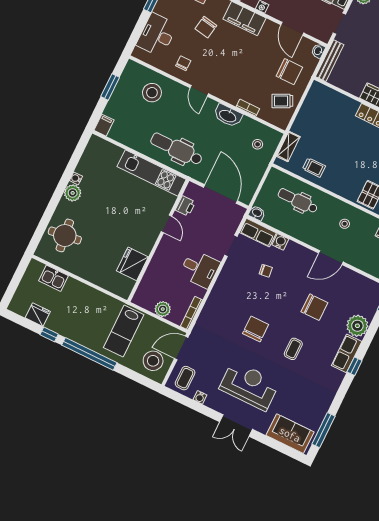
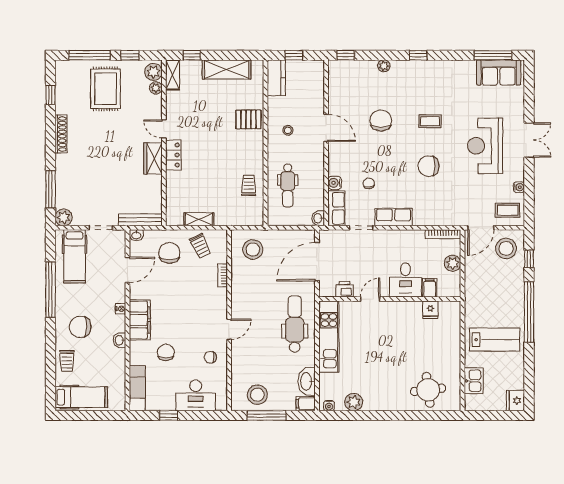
chair: (206, 27) -> (166, 352), turned -100
window: (110, 87) -> (267, 415), width x1.44
stool: (152, 93) -> (257, 395), moved
washbasin: (228, 116) -> (307, 381), moved, turned 180
stool: (258, 144) -> (253, 249), width x1.89, depth x1.89
shelving: (288, 146) -> (199, 219), moved
dental chair: (176, 149) -> (295, 324), turned 180
water cooler: (76, 178) -> (329, 406), moved
plant: (73, 193) -> (354, 402), moved
fridge: (132, 264) -> (430, 310), width x0.53, depth x0.75
desk: (200, 269) -> (406, 280), moved, turned 180
filing cabinet: (151, 279) -> (430, 288), added
fridge: (38, 315) -> (515, 401), moved
plant: (357, 326) -> (384, 66), width x0.53, depth x0.53
lab bench: (124, 331) -> (495, 340), moved
window: (49, 334) -> (529, 259), moved
door: (181, 348) -> (481, 228), hinge flipped
row of seats: (347, 353) -> (394, 217), moved, turned 180
sofa: (290, 434) -> (499, 72), moved, turned -90

